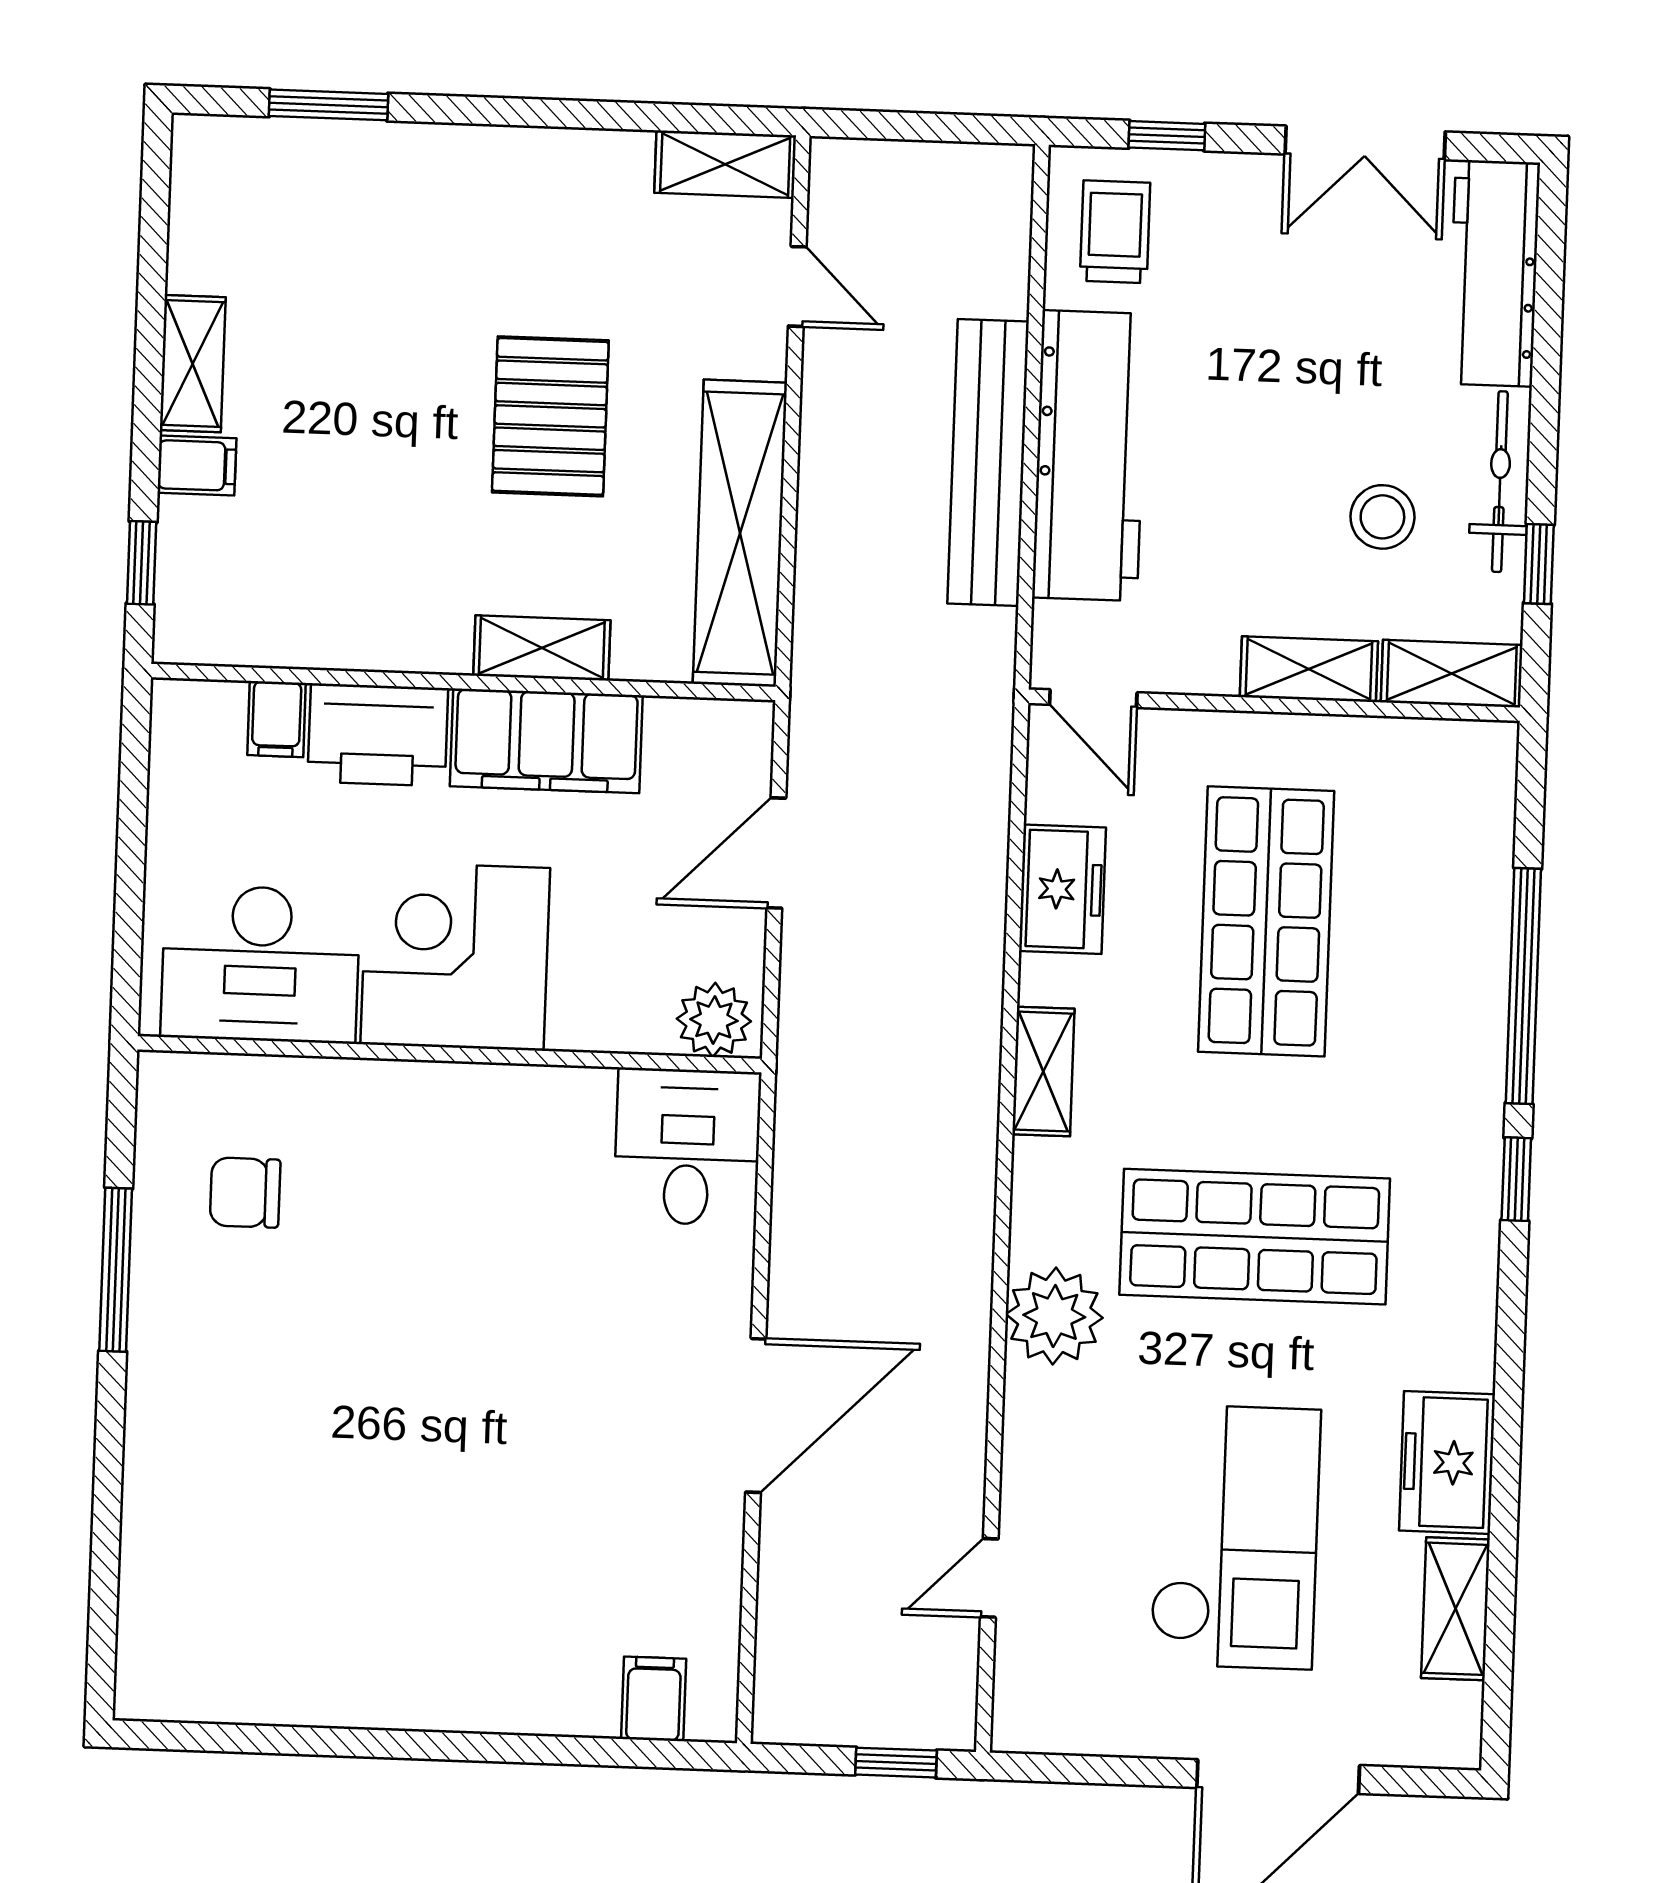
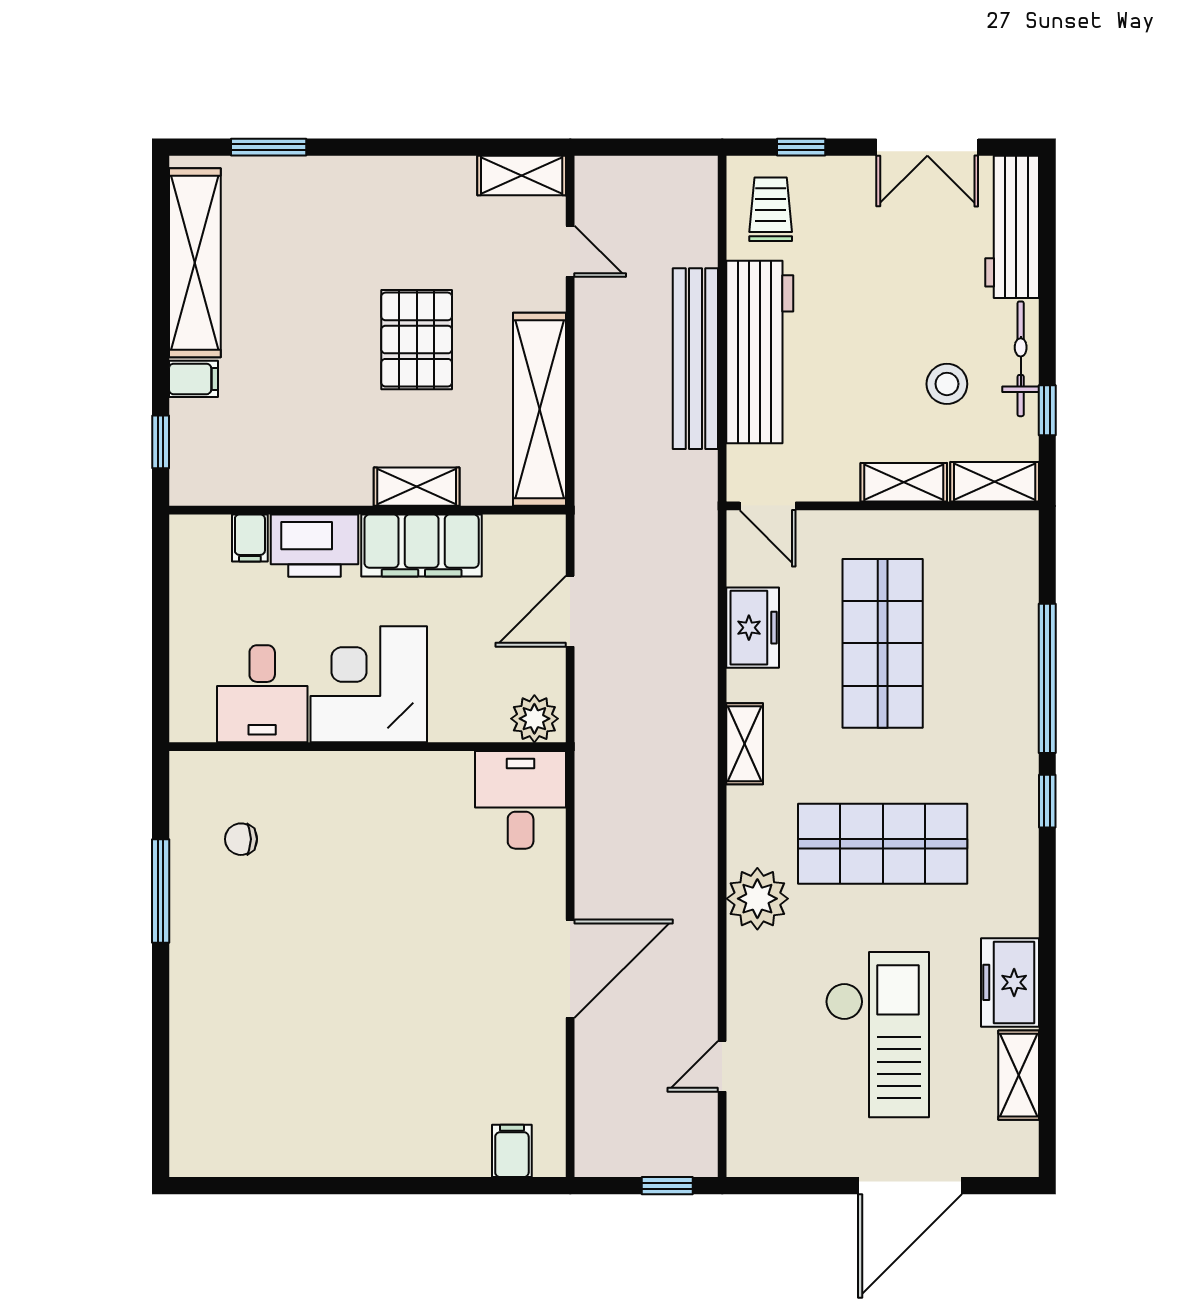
shelving: (193, 364) -> (195, 263), width x2.20, depth x1.33
desk: (260, 964) -> (262, 694), width x0.73
chair: (245, 1193) -> (241, 839), width x0.73, depth x0.73

